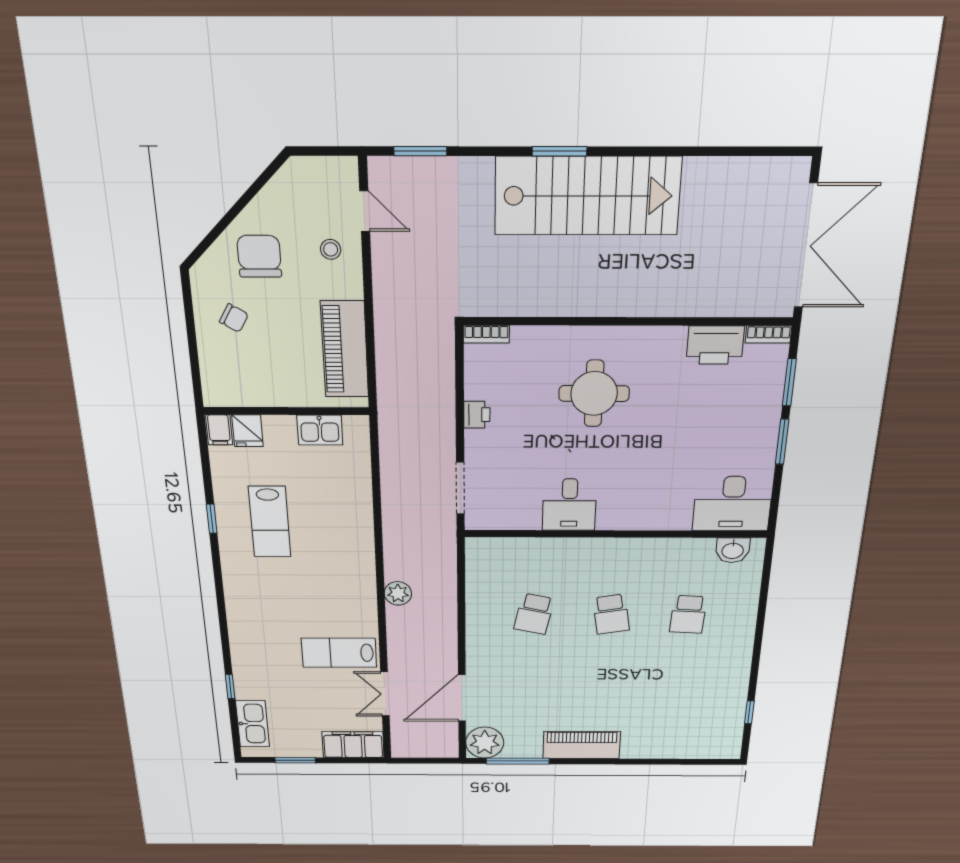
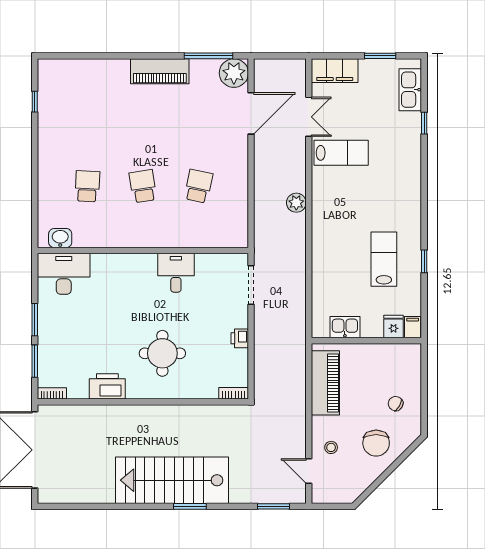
printer: (715, 345) -> (107, 386), moved

